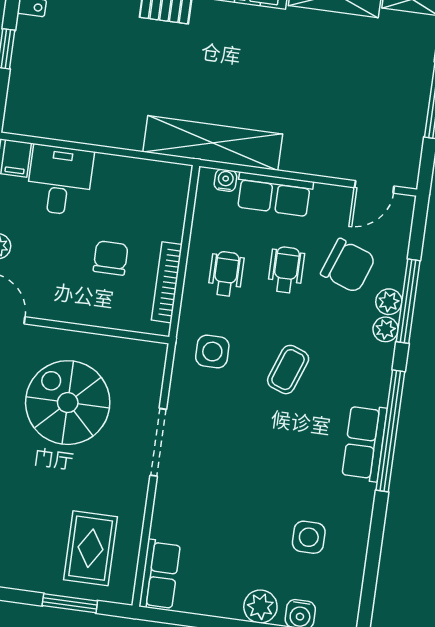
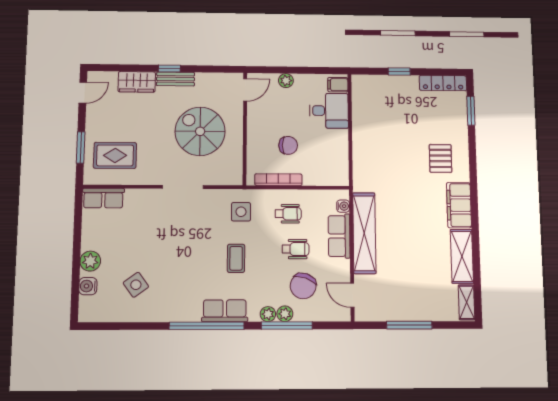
shelving: (213, 143) -> (364, 233), moved
coffee table: (288, 370) -> (236, 258), turned 70
spiral stairs: (68, 403) -> (200, 131), turned -90
row of seats: (364, 443) -> (225, 311), moved
side table: (309, 537) -> (136, 285), turned -36

